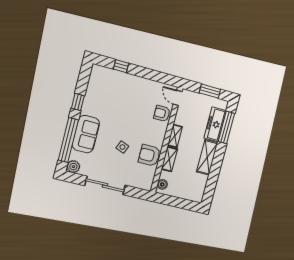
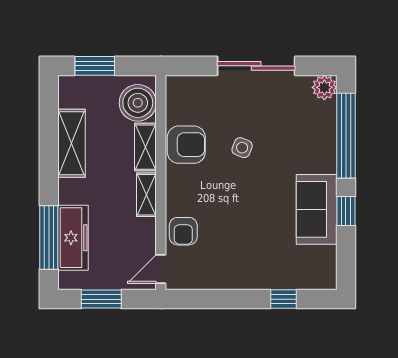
door: (178, 98) -> (161, 269), swing flipped
armchair: (162, 113) -> (183, 231), turned 90
sofa: (86, 134) -> (317, 209), moved
shelving: (207, 157) -> (72, 143), moved
boiler: (162, 184) -> (138, 103), width x1.86, depth x1.86
window: (183, 204) -> (95, 66), added

